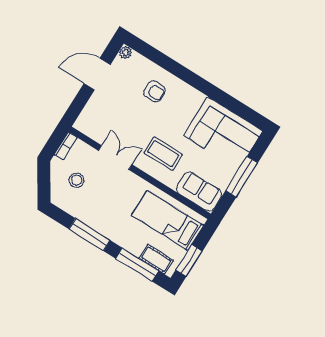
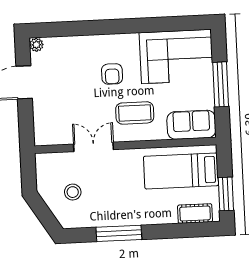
armchair: (154, 91) -> (112, 74), moved, turned 90
bookcase: (66, 146) -> (41, 168), removed
window: (137, 265) -> (181, 230), removed

